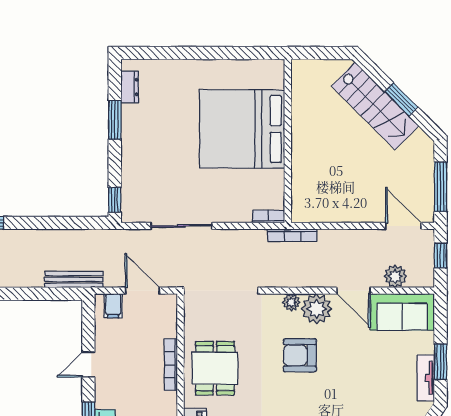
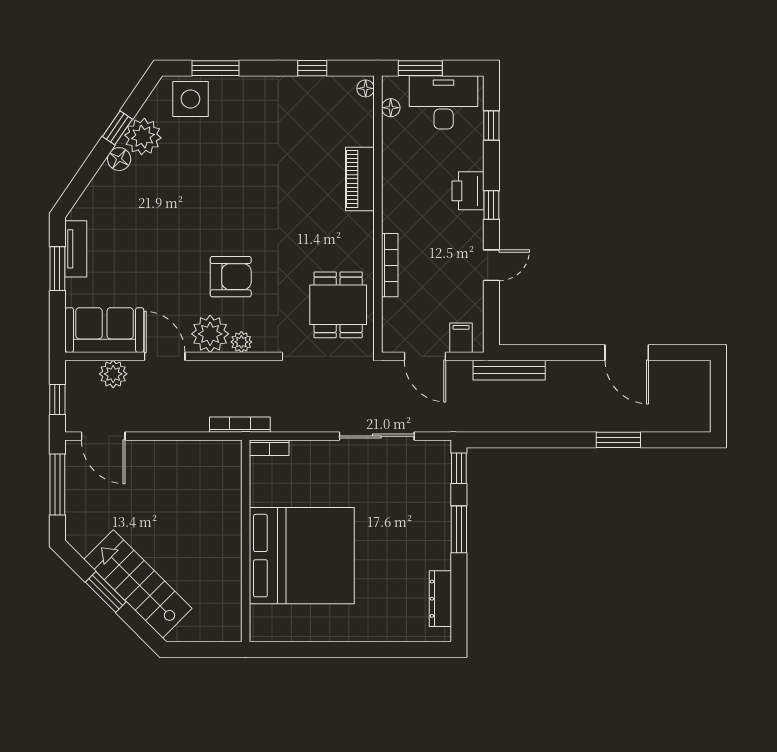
dresser: (130, 87) -> (440, 599), width x1.44
window: (115, 120) -> (459, 529), moved
dining table: (215, 368) -> (338, 305), moved

